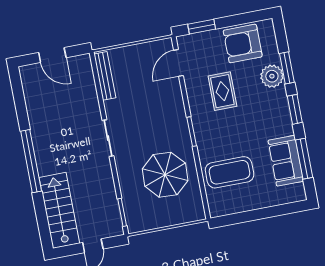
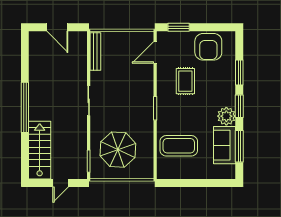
armchair: (243, 43) -> (208, 47), turned -90
plant: (272, 76) -> (226, 116), moved
parasol: (165, 175) -> (118, 150), moved

